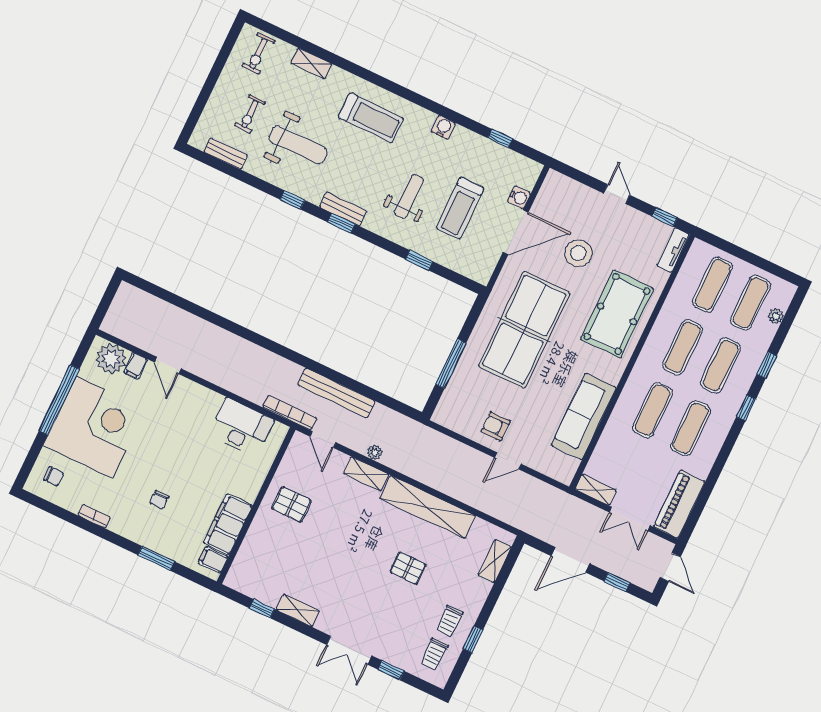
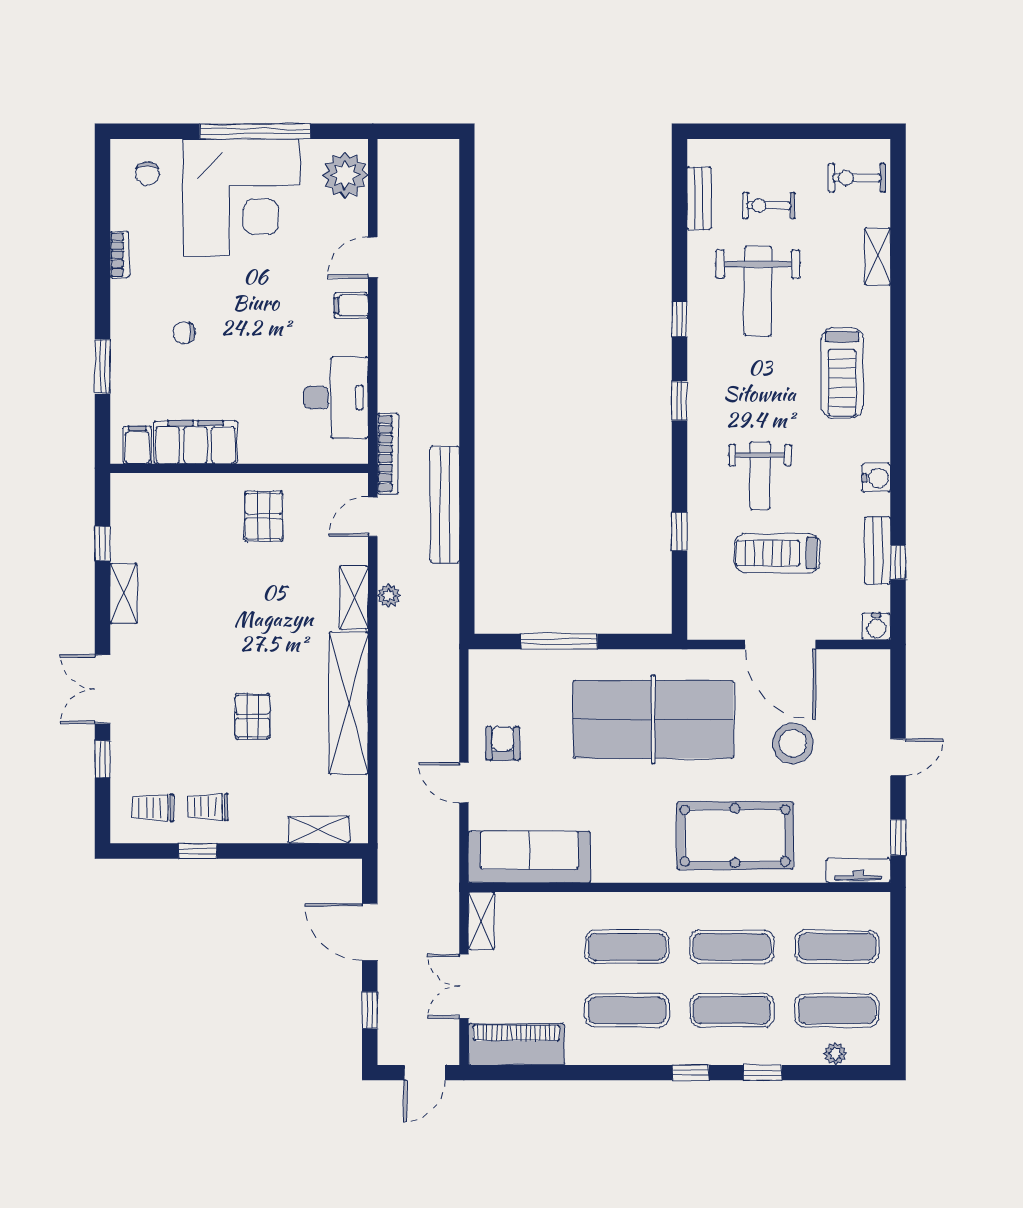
weight bench: (409, 196) -> (760, 476), turned 90
water cooler: (519, 197) -> (876, 626), moved
bench: (343, 209) -> (878, 551), moved
filing cabinet: (136, 366) -> (351, 306), moved
sofa: (584, 416) -> (529, 857), moved

